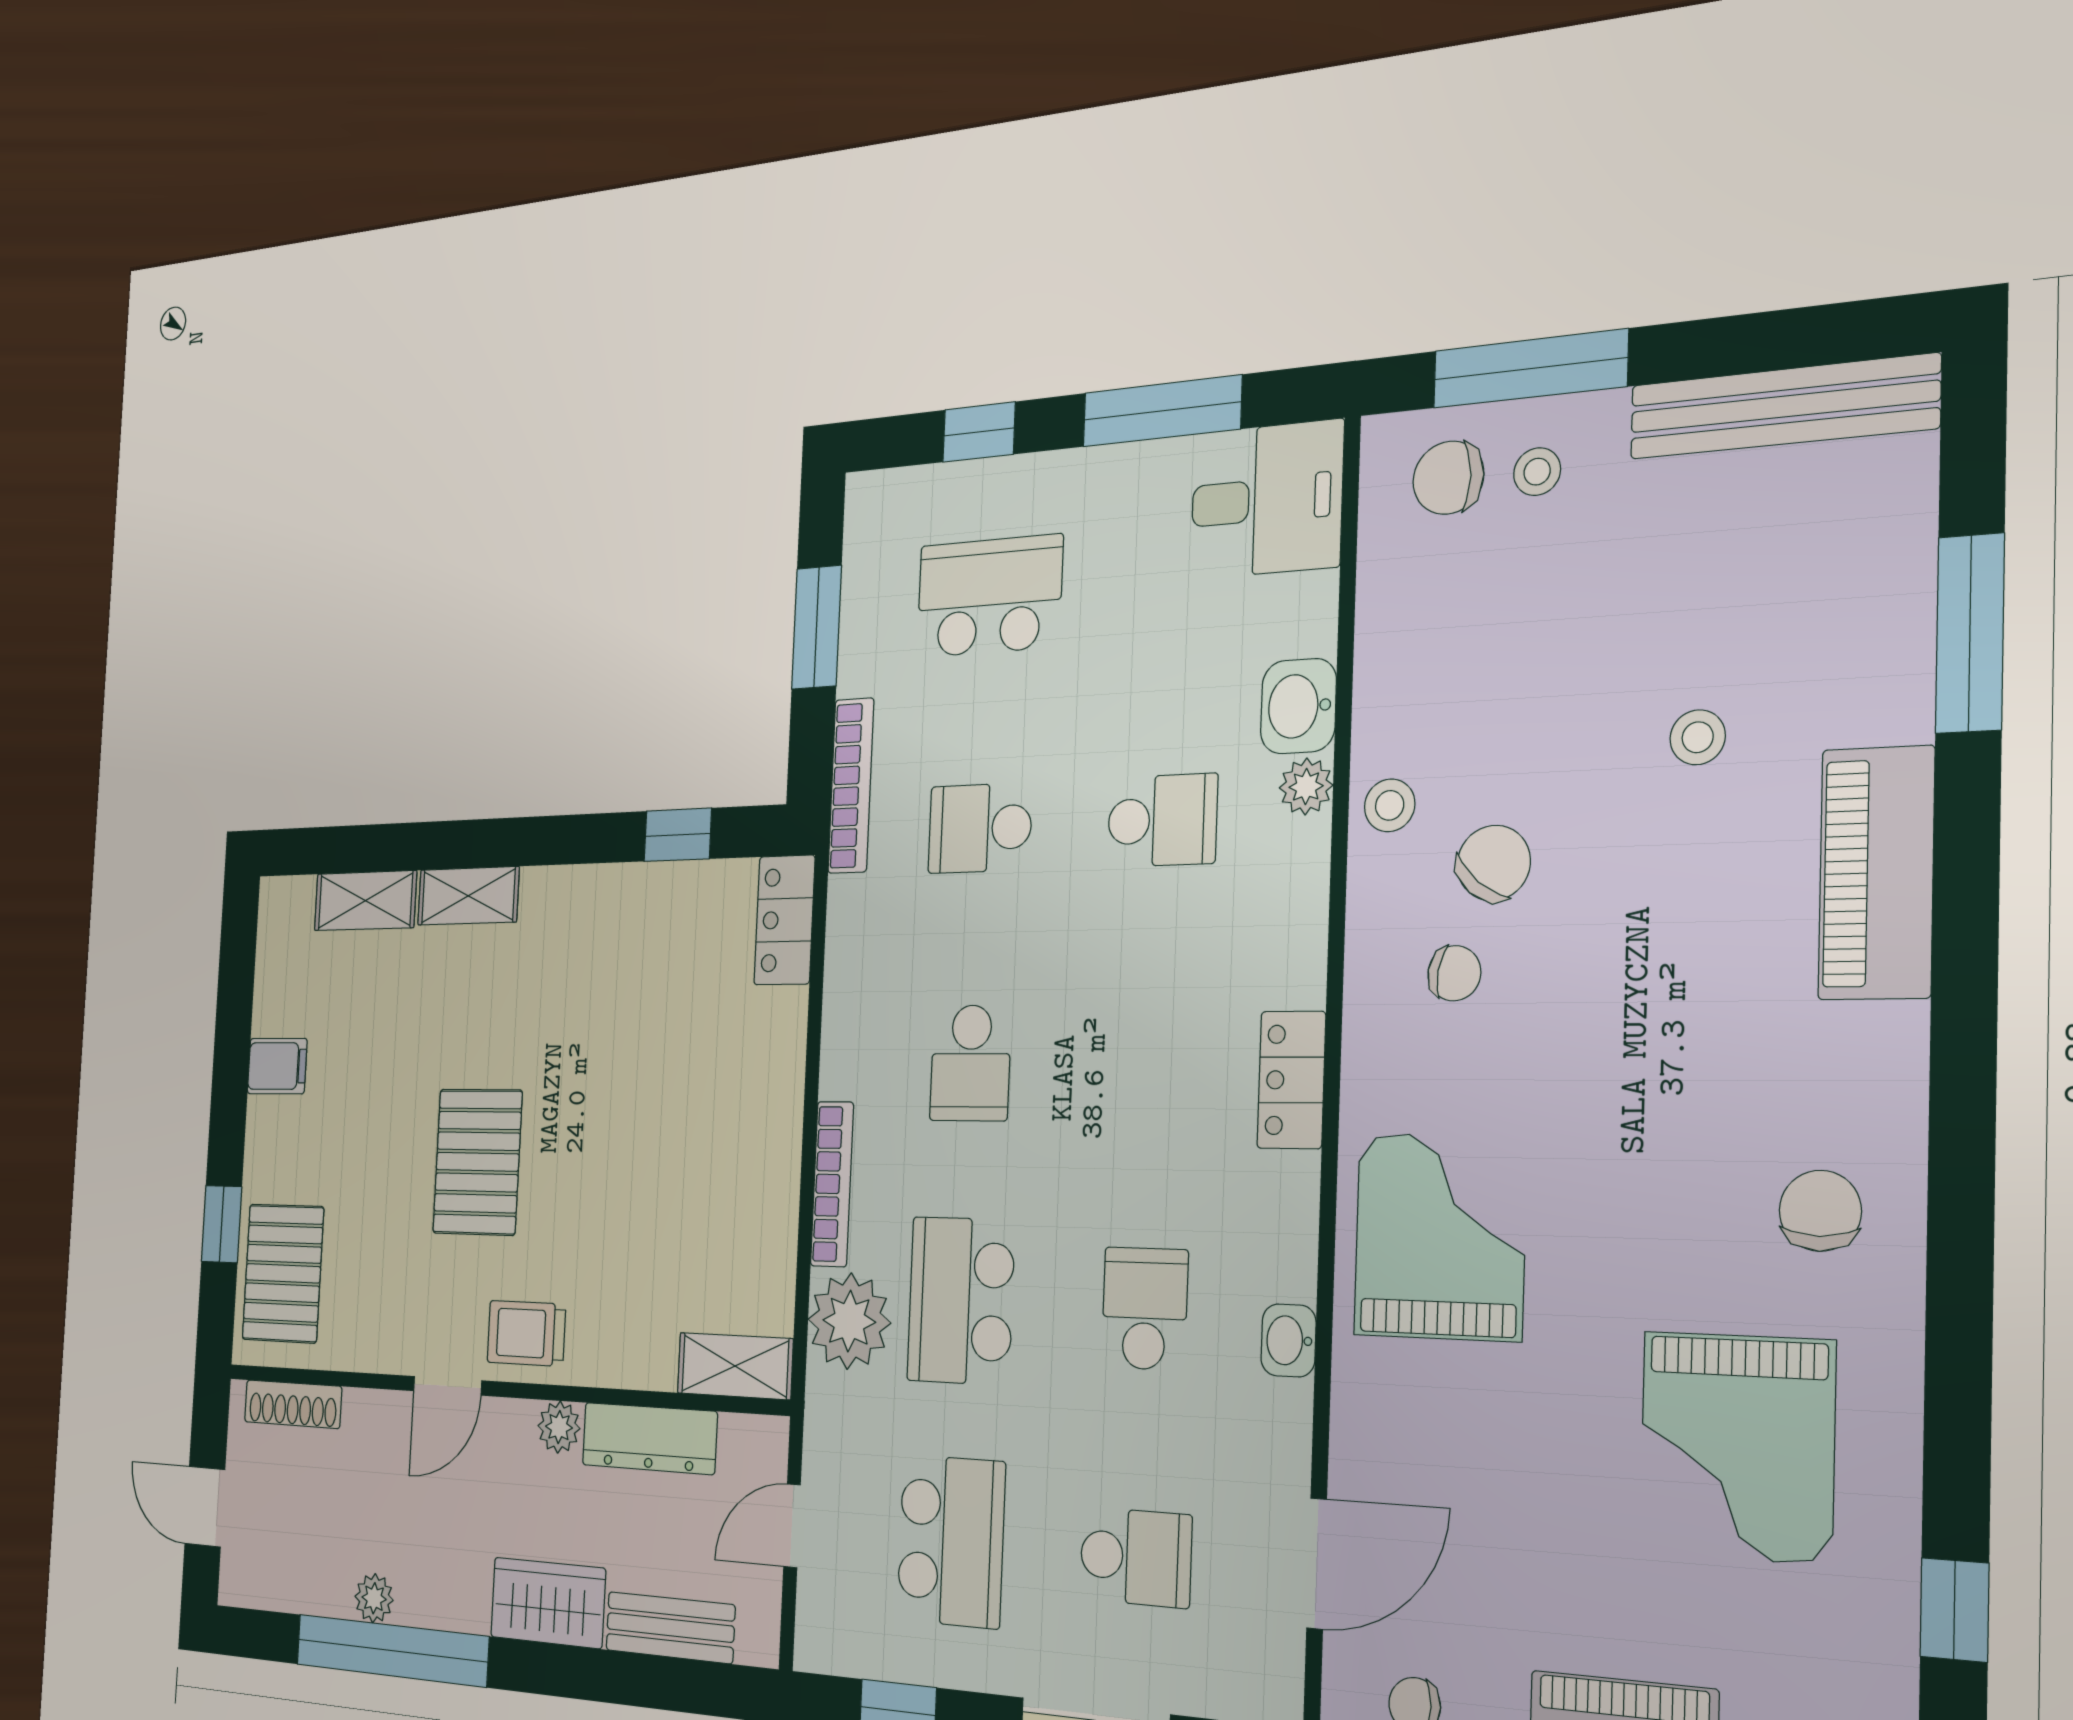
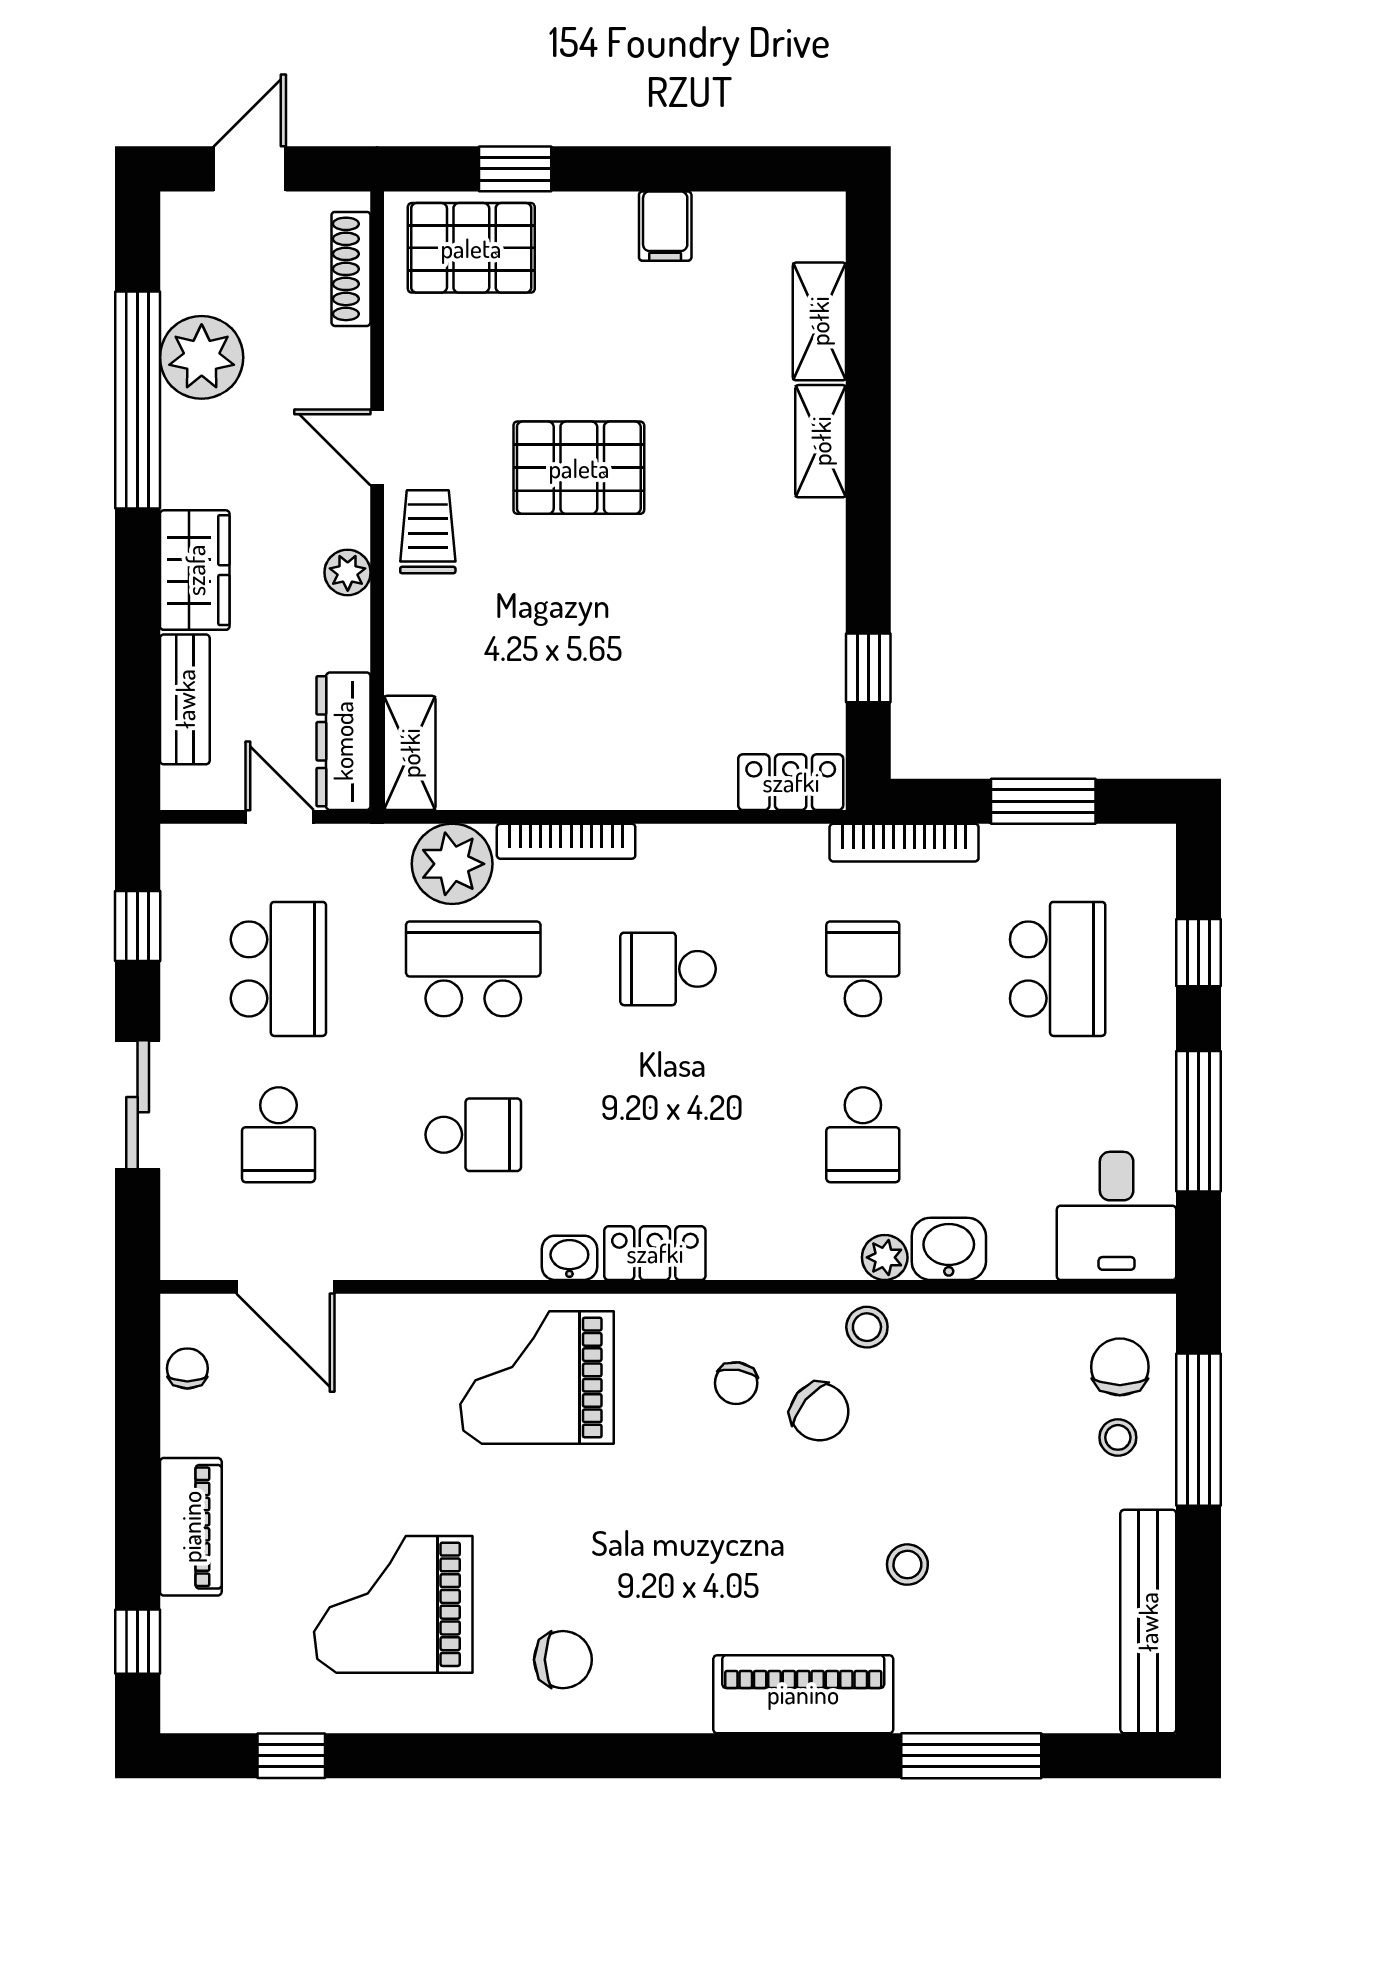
grand piano: (1440, 1236) -> (537, 1378), turned 180
washbasin: (1288, 1340) -> (569, 1258), moved
dresser: (649, 1438) -> (343, 741), moved
school desk: (951, 1541) -> (278, 969), turned -90
plant: (374, 1598) -> (202, 357), width x1.87, depth x1.87

